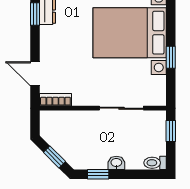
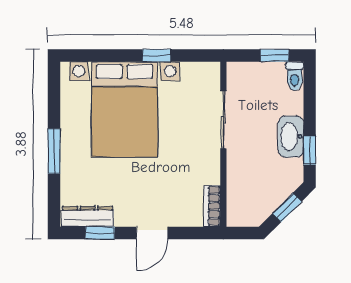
door: (35, 74) -> (152, 233), moved
window: (171, 131) -> (275, 56), moved
washbasin: (116, 163) -> (291, 137), width x1.91, depth x1.45

